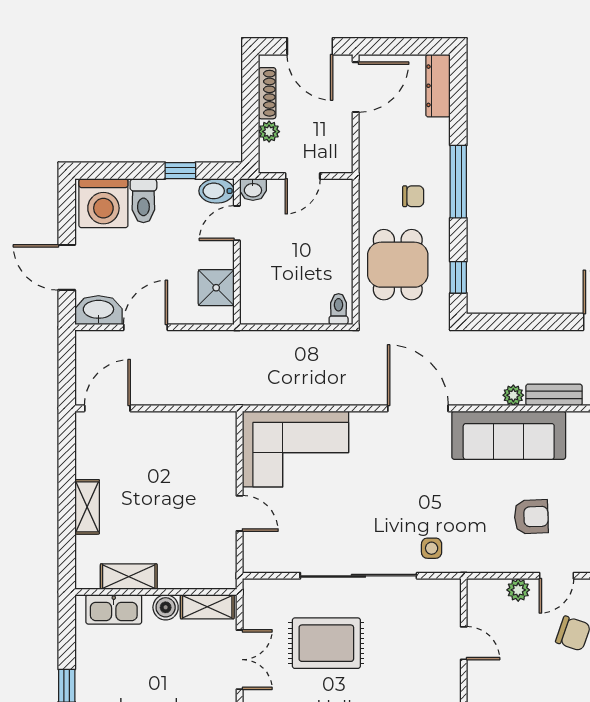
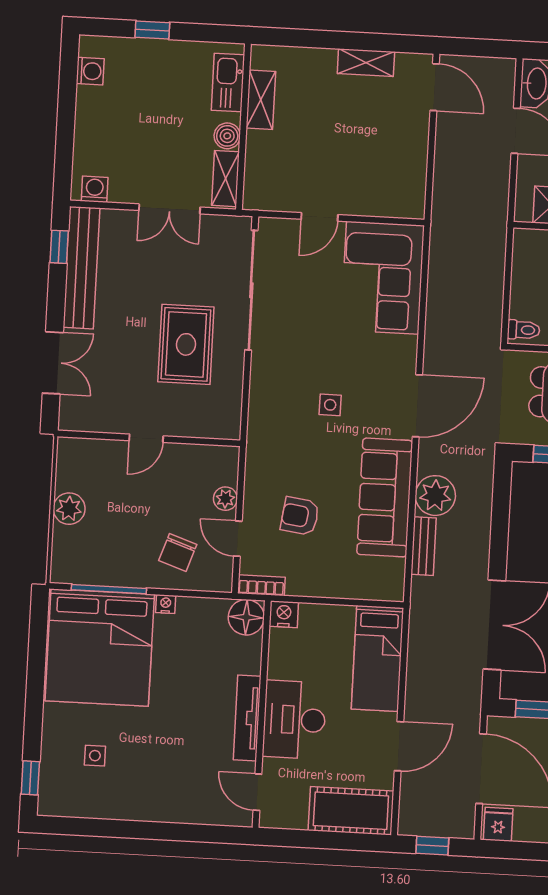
plant: (513, 395) -> (435, 496), width x1.87, depth x1.87
shelving: (87, 507) -> (366, 63), moved
armchair: (531, 517) -> (300, 516), turned 100
side table: (432, 548) -> (330, 405), moved
sliding door: (358, 576) -> (251, 290), moved
rug: (326, 643) -> (186, 344), moved
door: (464, 643) -> (146, 438), moved

